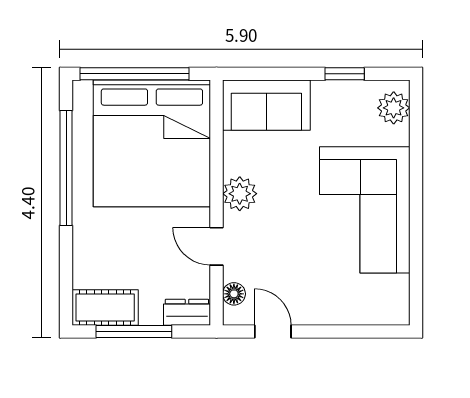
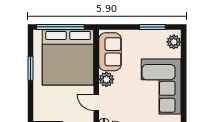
window: (345, 74) -> (152, 27), width x1.50
sofa: (266, 105) -> (110, 52), moved, turned -90
window: (66, 168) -> (30, 68), width x0.47

